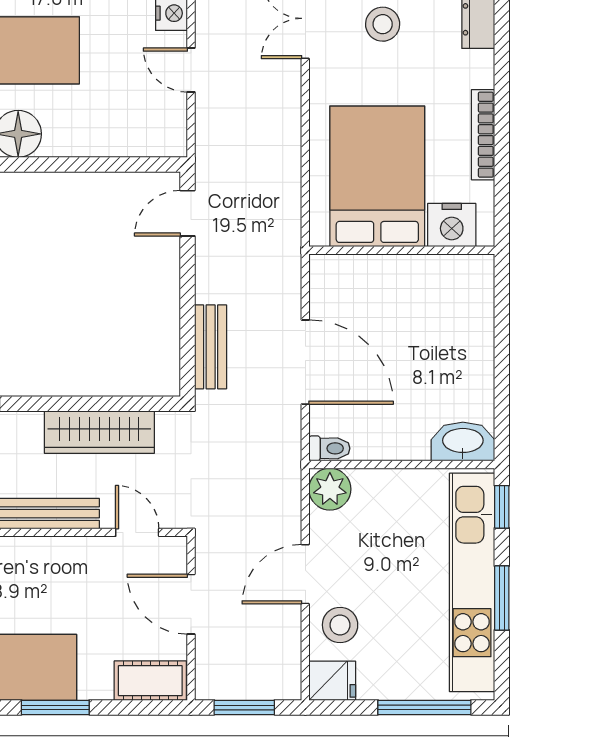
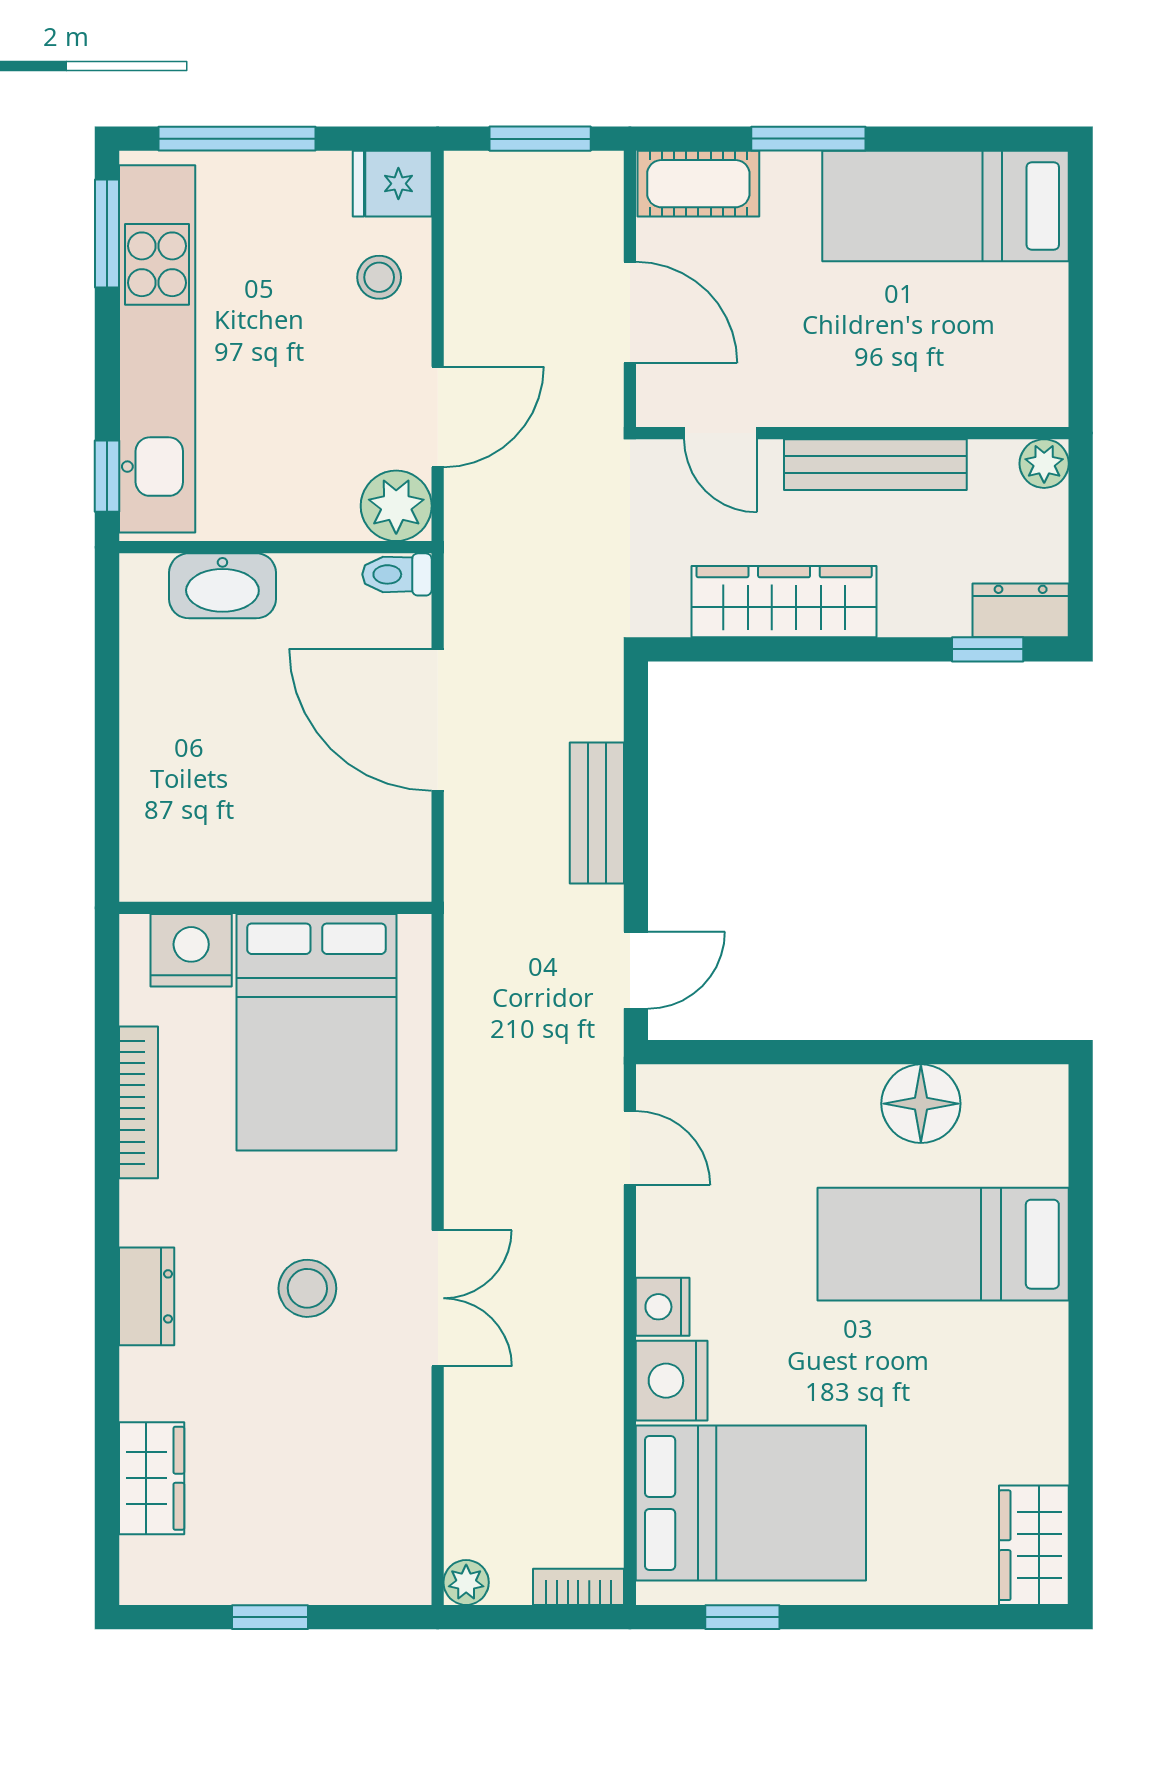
door: (191, 70) -> (630, 1148), moved
bench: (211, 347) -> (597, 813), moved
washbasin: (463, 442) -> (222, 586), moved
door: (305, 574) -> (438, 417), moved
window: (502, 598) -> (107, 233), moved
stool: (340, 625) -> (379, 277), width x0.73, depth x0.73
window: (55, 707) -> (808, 139), moved

